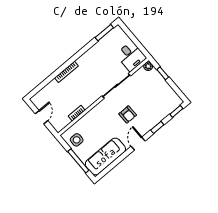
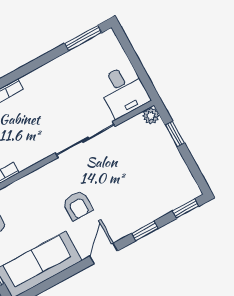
armchair: (128, 114) -> (77, 205), moved

